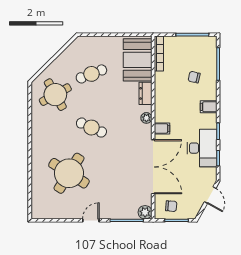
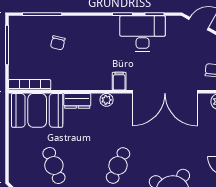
filing cabinet: (209, 107) -> (93, 25), removed
double door: (153, 167) -> (165, 92), swing flipped

